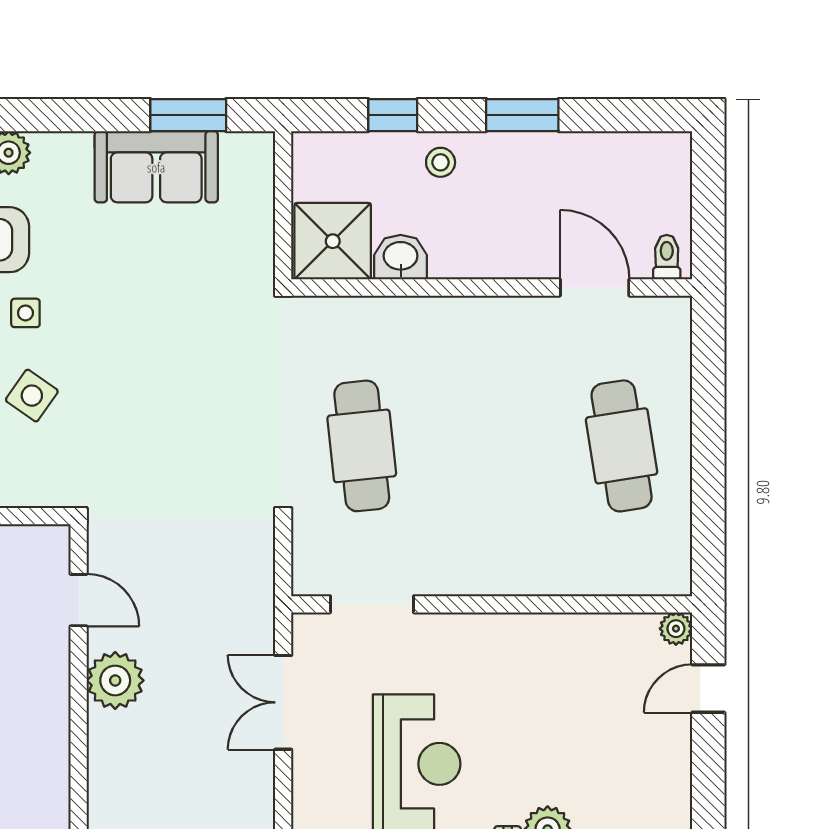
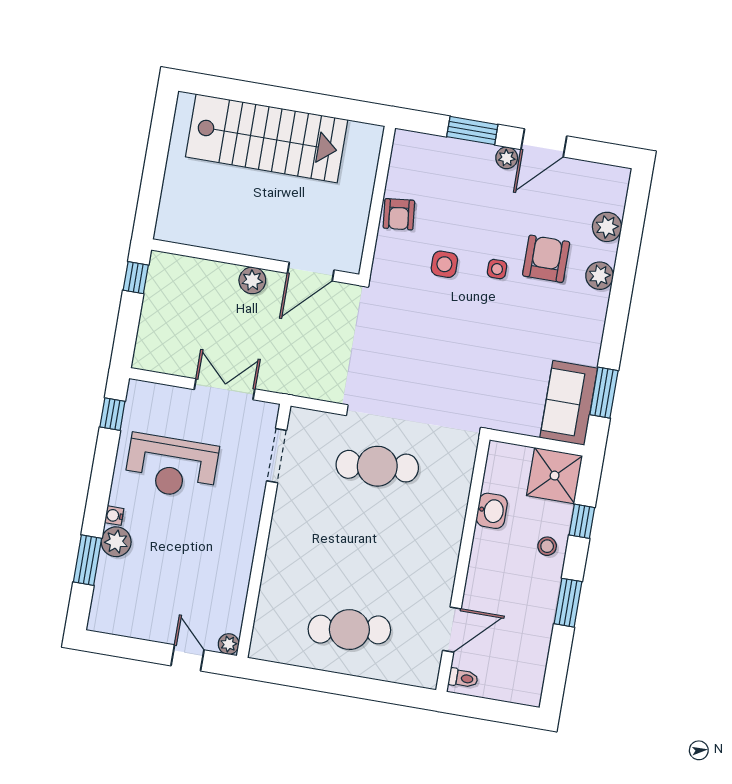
sofa: (156, 167) -> (569, 403), moved
shower: (333, 241) -> (555, 476), moved
side table: (32, 396) -> (444, 264), turned -35
door: (79, 600) -> (311, 272), width x1.38
plant: (115, 680) -> (252, 280), width x0.73, depth x0.73

